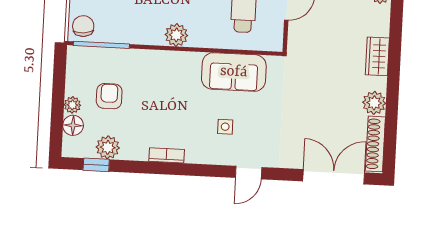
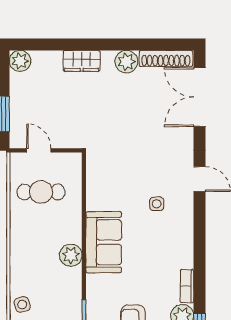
sofa: (234, 72) -> (104, 242), moved
bookcase: (167, 155) -> (187, 286), moved

